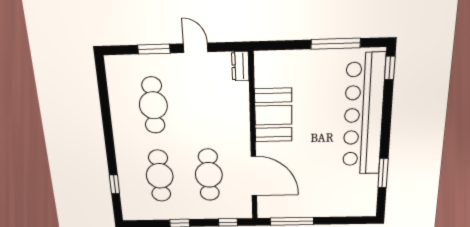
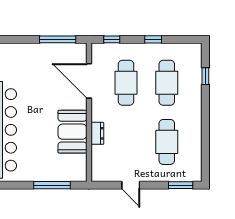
window: (336, 44) -> (52, 185), moved
window: (154, 49) -> (181, 185), moved
dresser: (240, 66) -> (97, 133), moved

